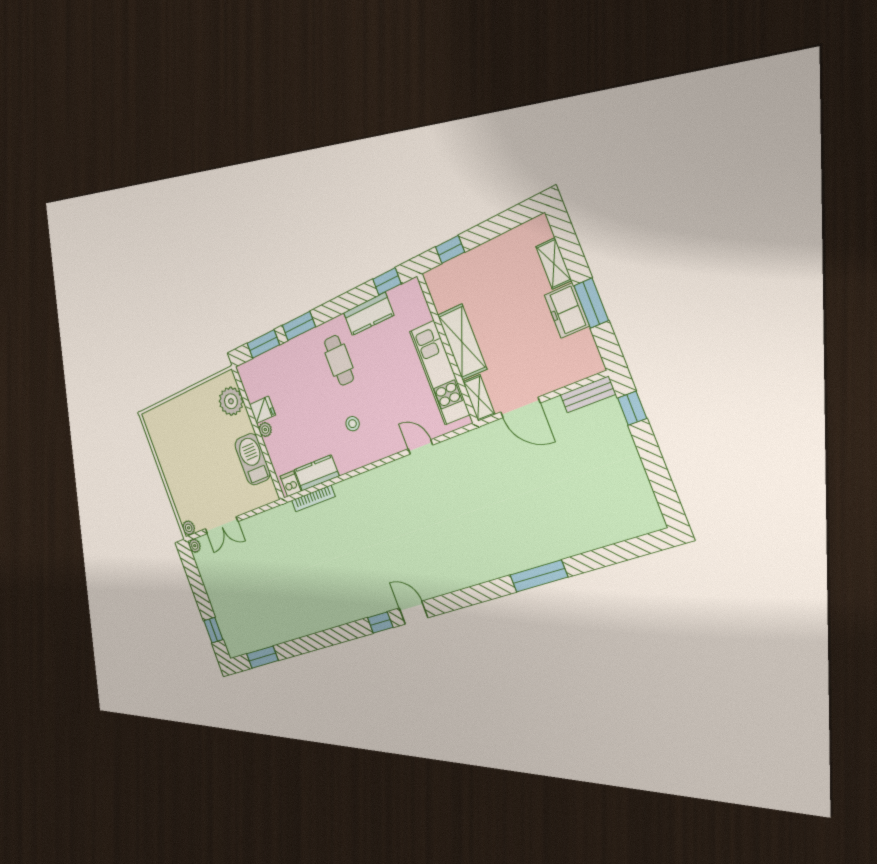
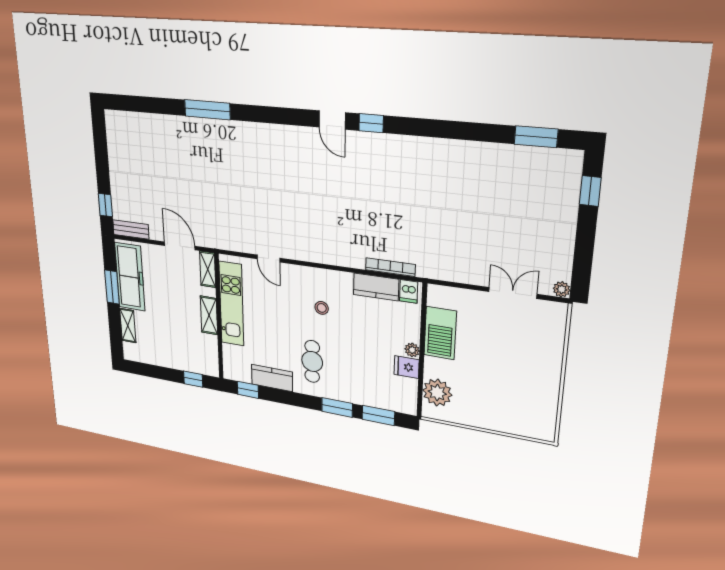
freezer: (567, 311) -> (130, 277), width x1.91, depth x1.26
shelving: (462, 342) -> (209, 315), width x0.67, depth x0.75
plant: (189, 528) -> (559, 310), removed

